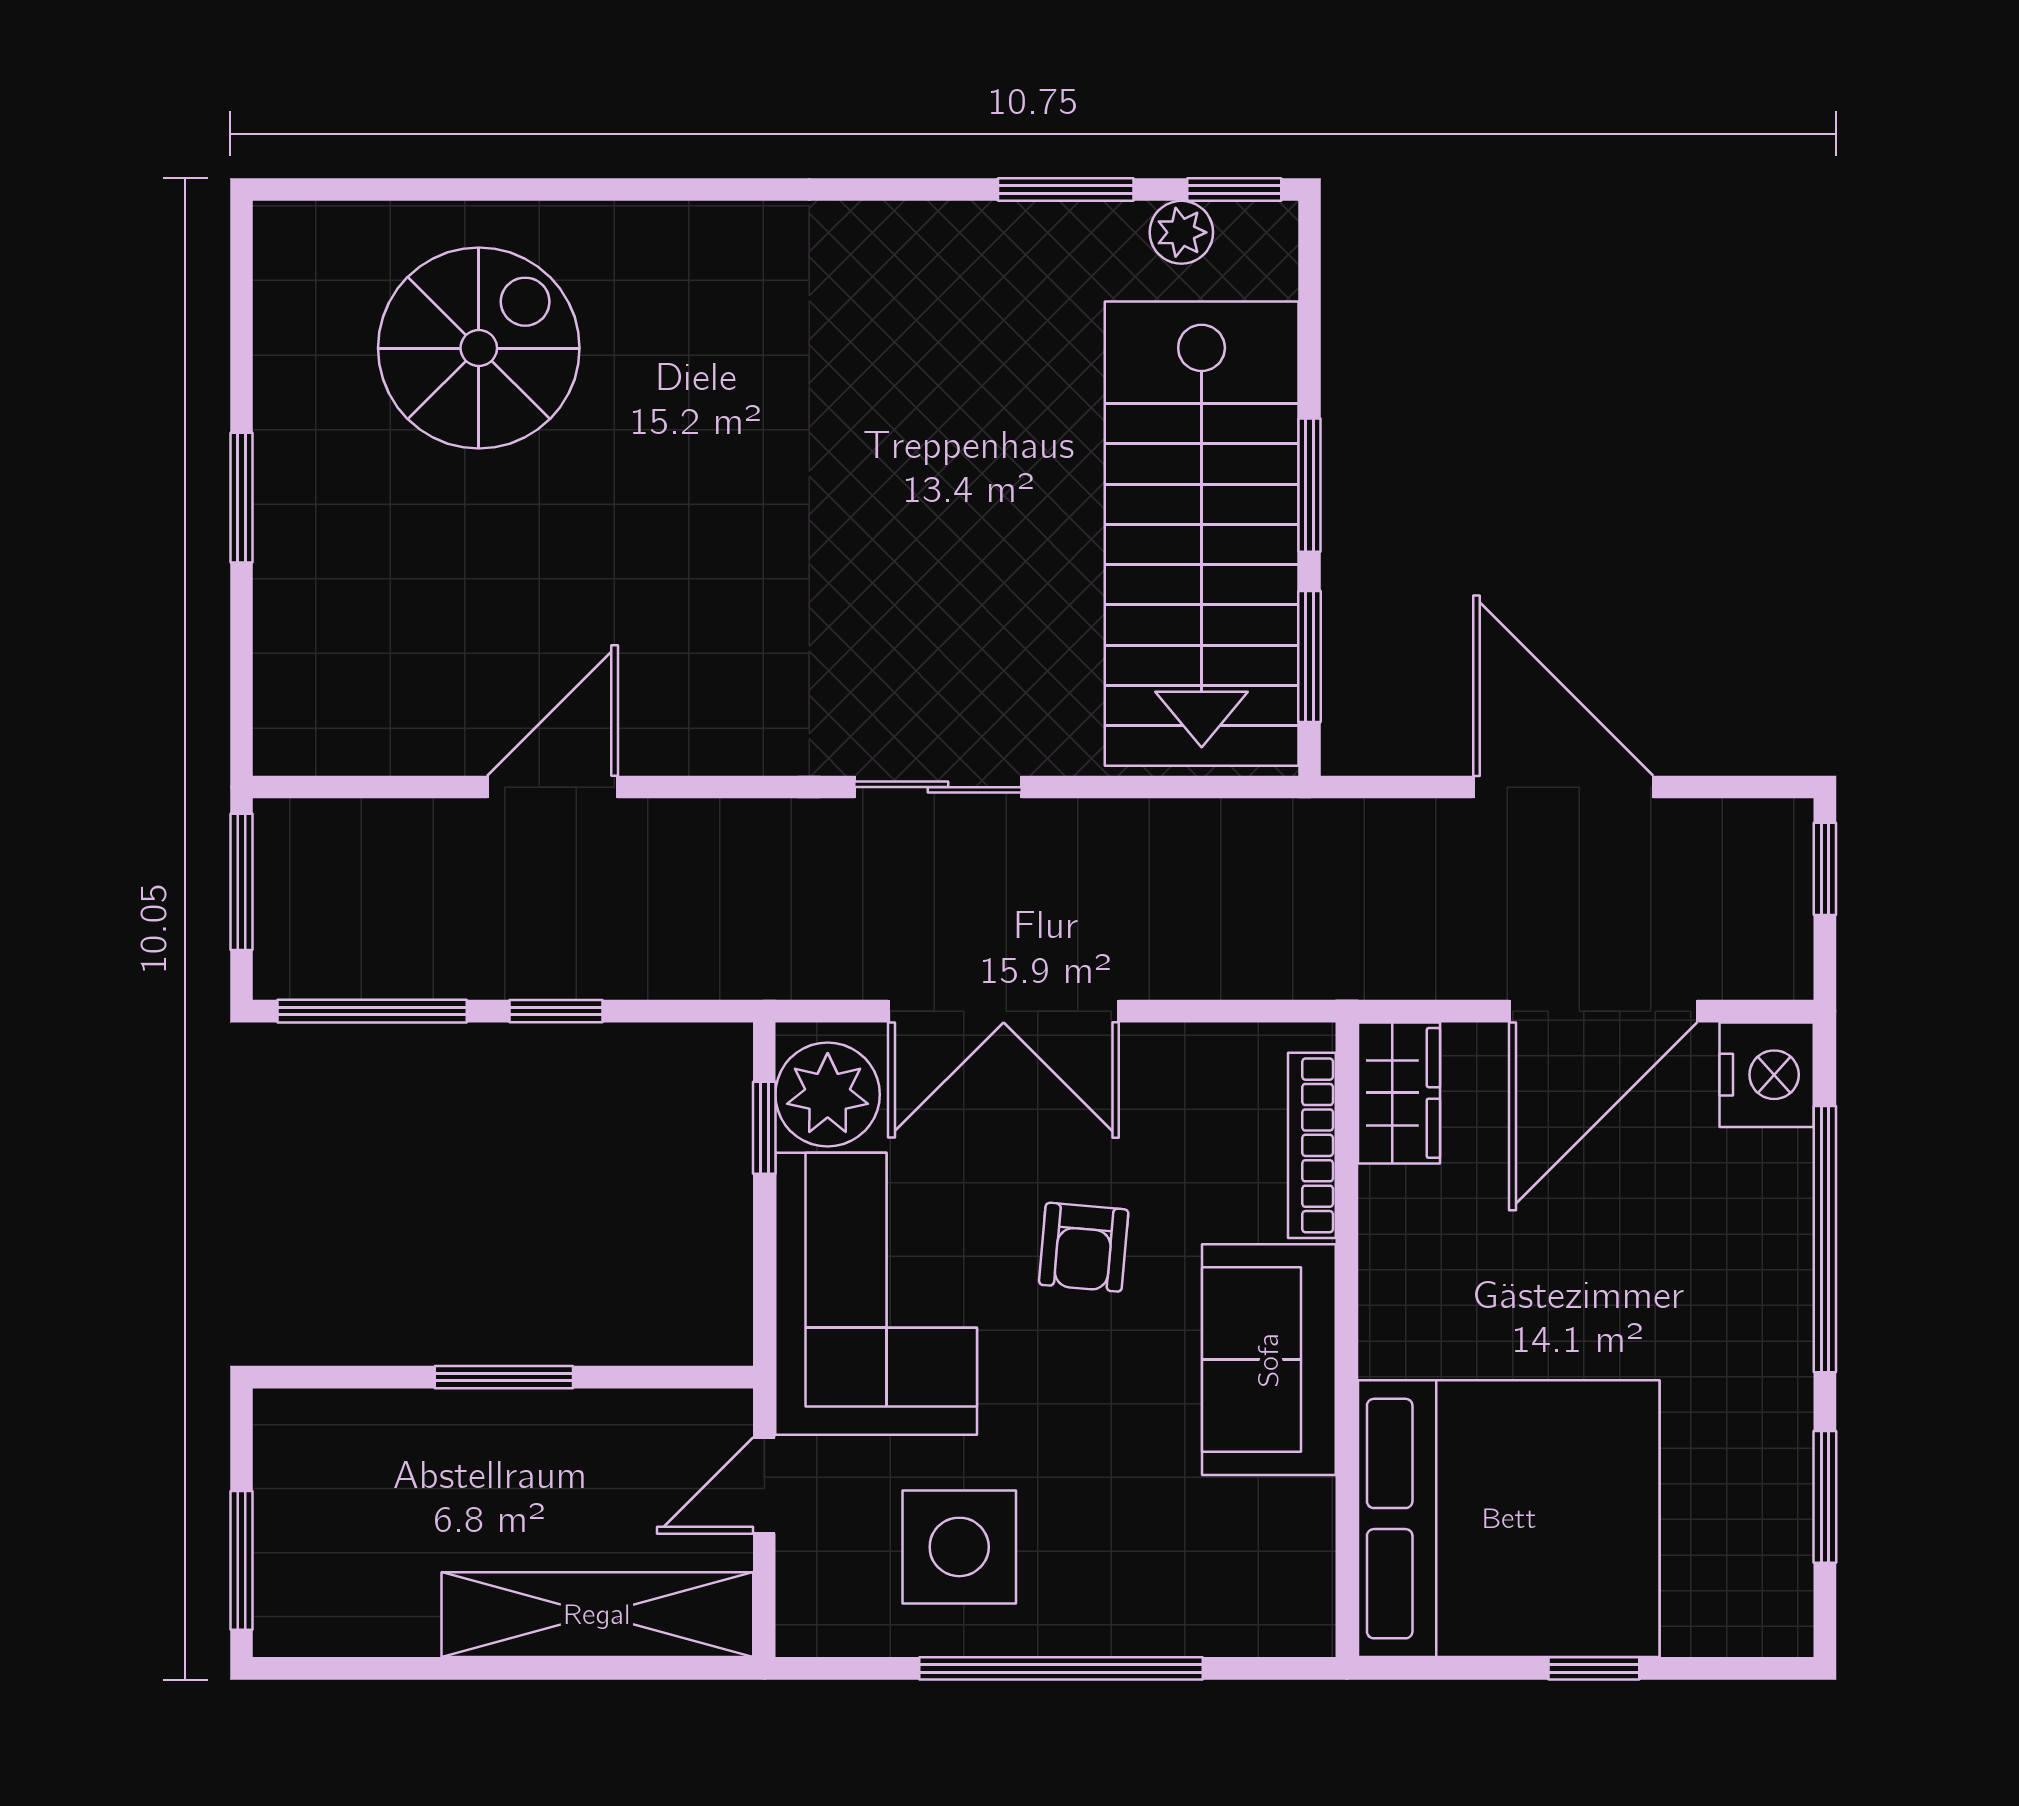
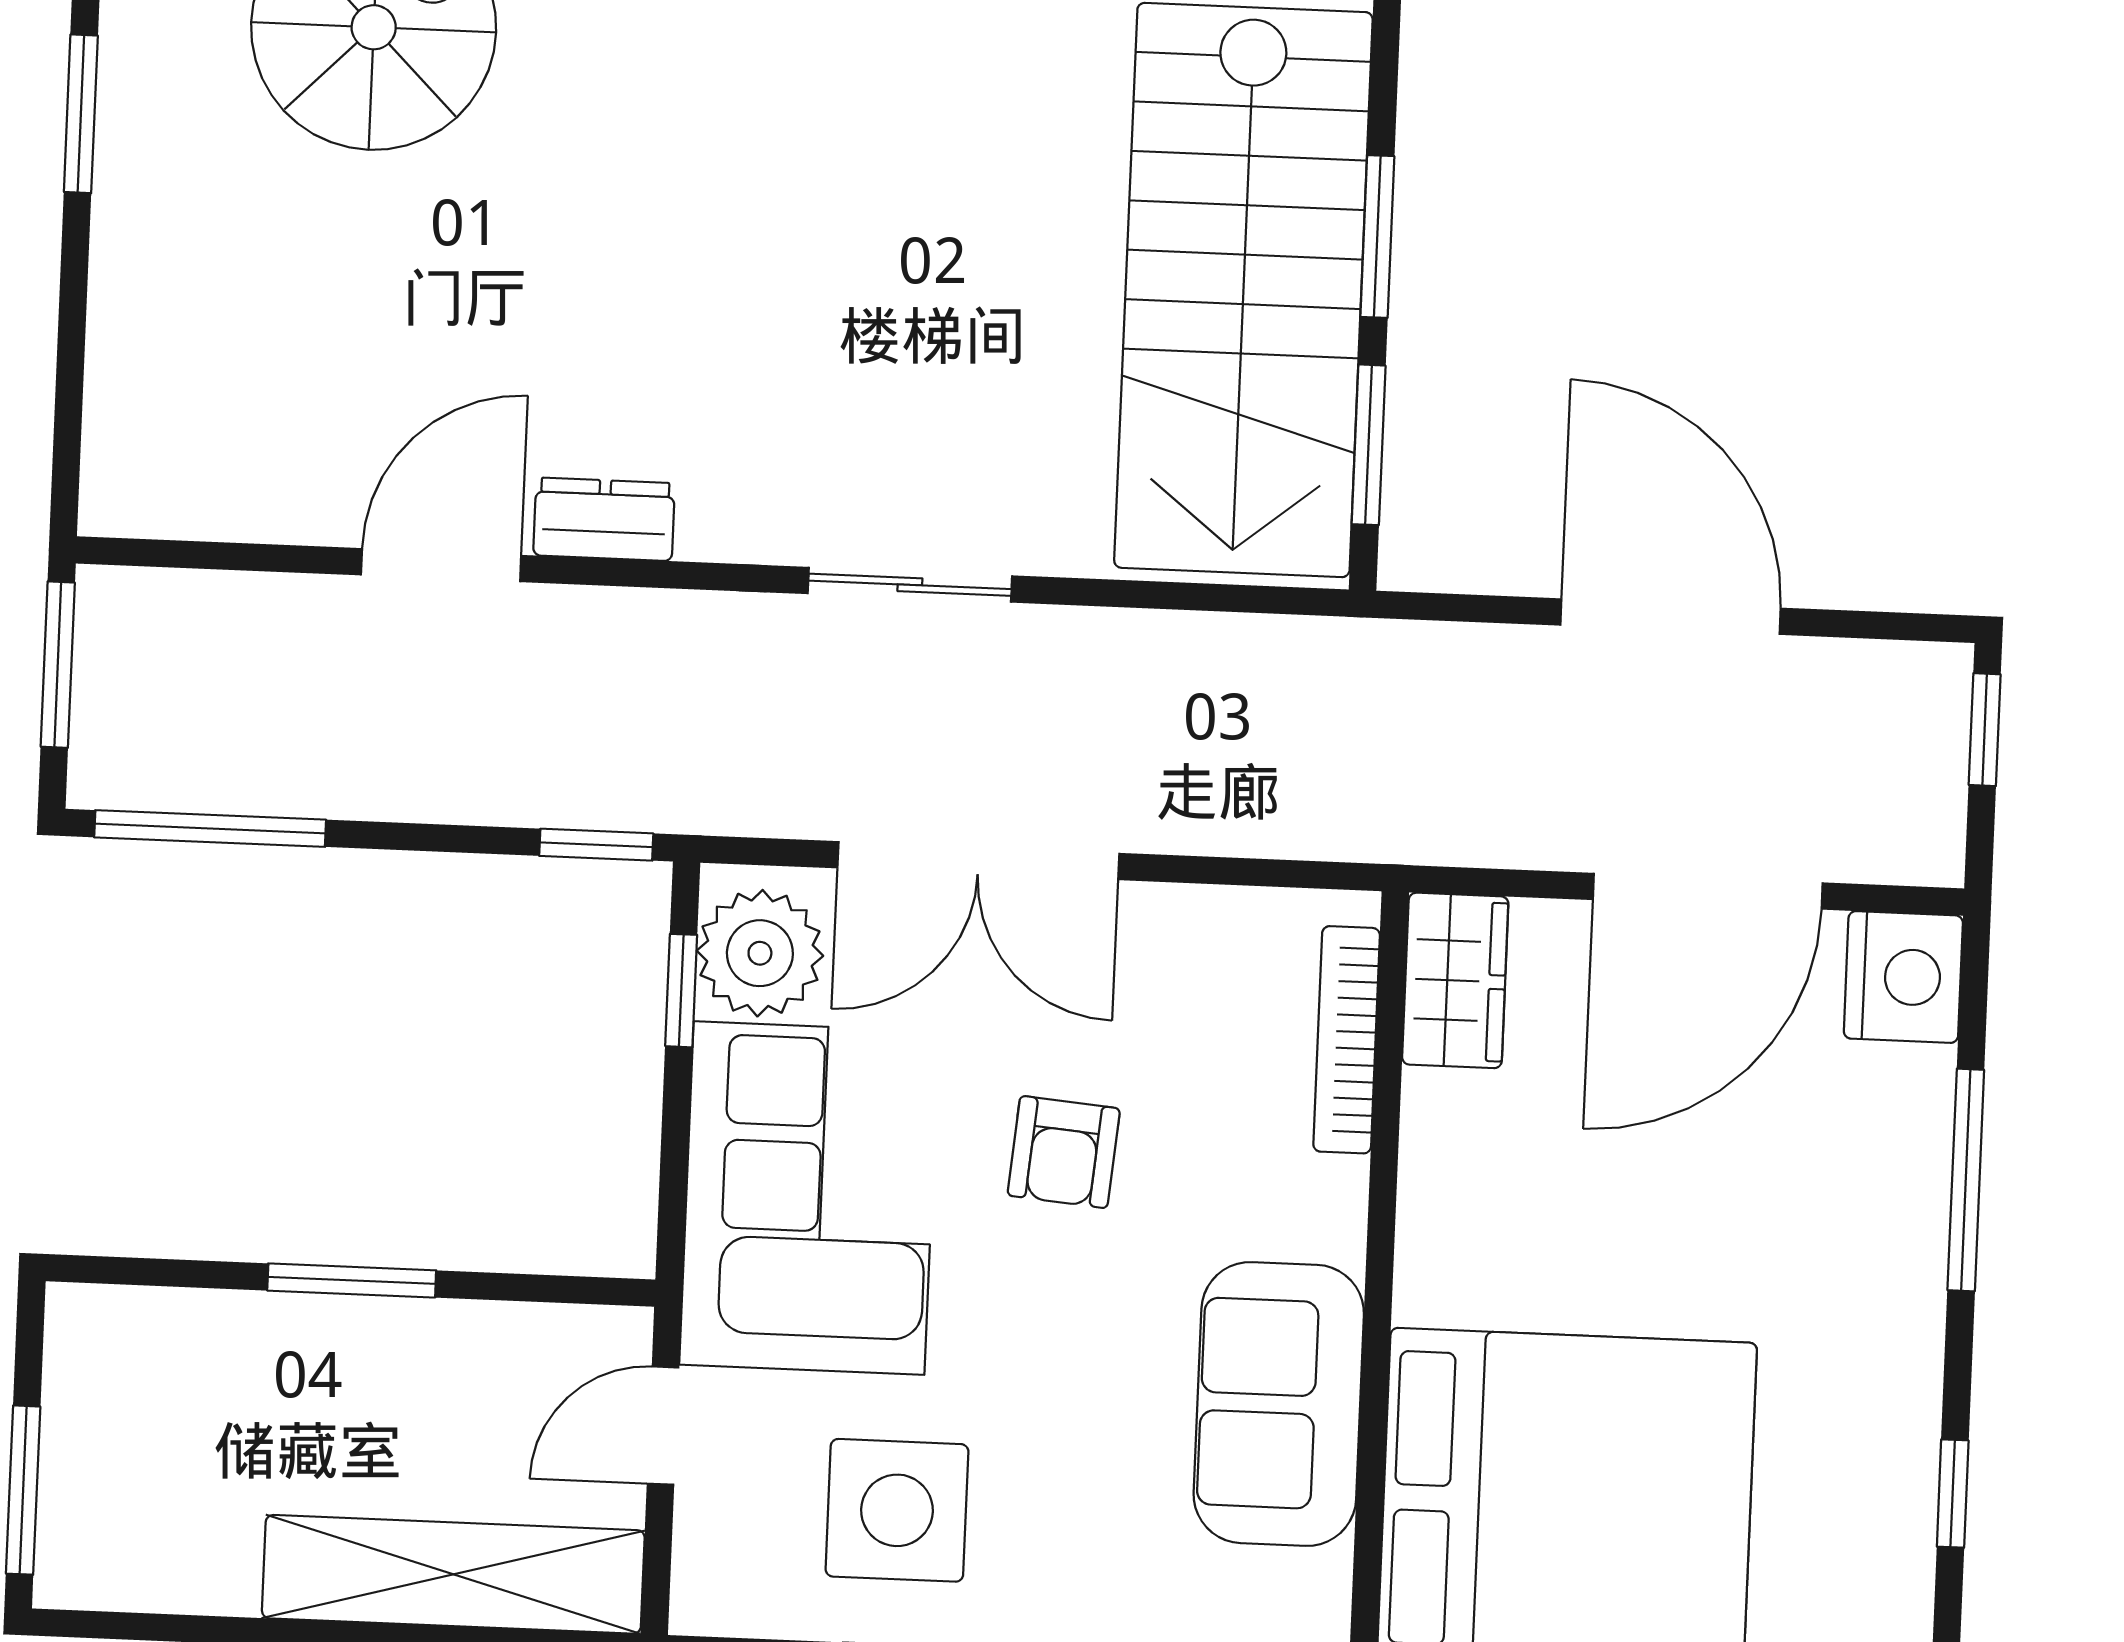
window: (241, 498) -> (81, 114), moved
dresser: (685, 744) -> (604, 519), added
window: (556, 1011) -> (596, 845), moved
window: (1825, 1239) -> (1966, 1180), width x0.68
sofa: (1269, 1360) -> (1279, 1404), moved
window: (1825, 1497) -> (1953, 1494), width x0.67

